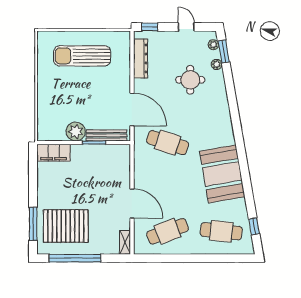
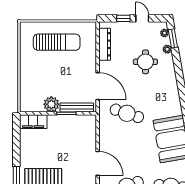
window: (150, 27) -> (123, 18), moved
sun lounger: (82, 56) -> (57, 42), turned 180

